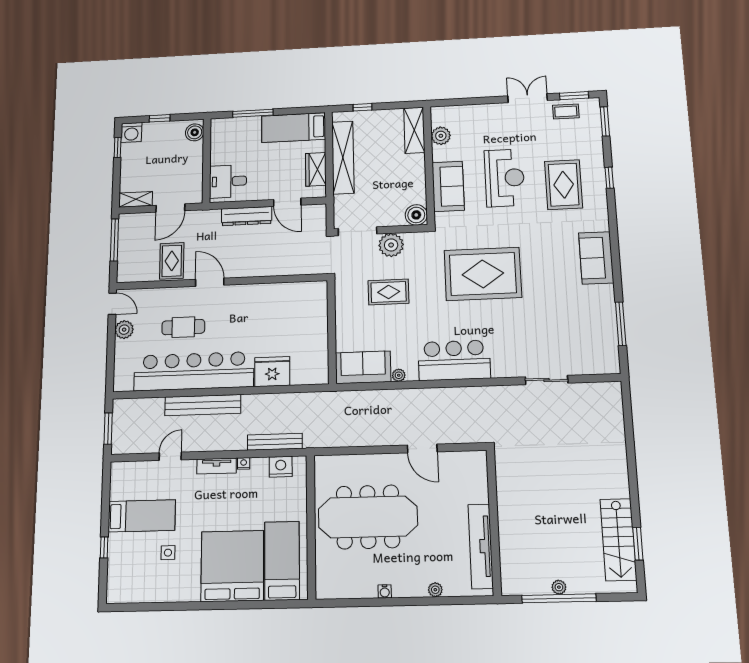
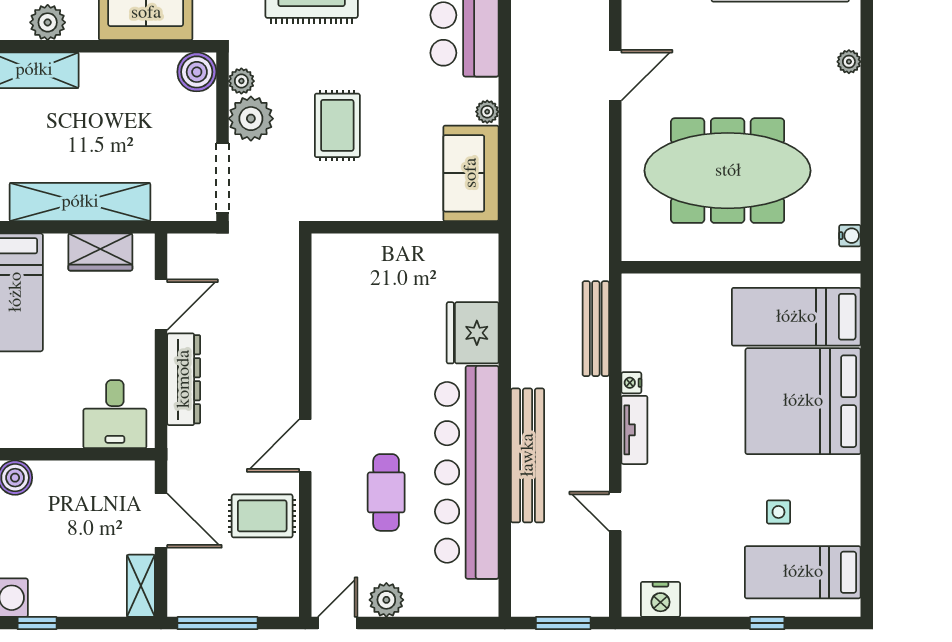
plant: (412, 239) -> (241, 81), added
nightstand: (281, 467) -> (660, 599), moved, turned -90
bed: (142, 516) -> (803, 572), moved, turned -90
meeting table: (368, 517) -> (728, 171), turned 90
water cooler: (385, 591) -> (850, 236), moved

